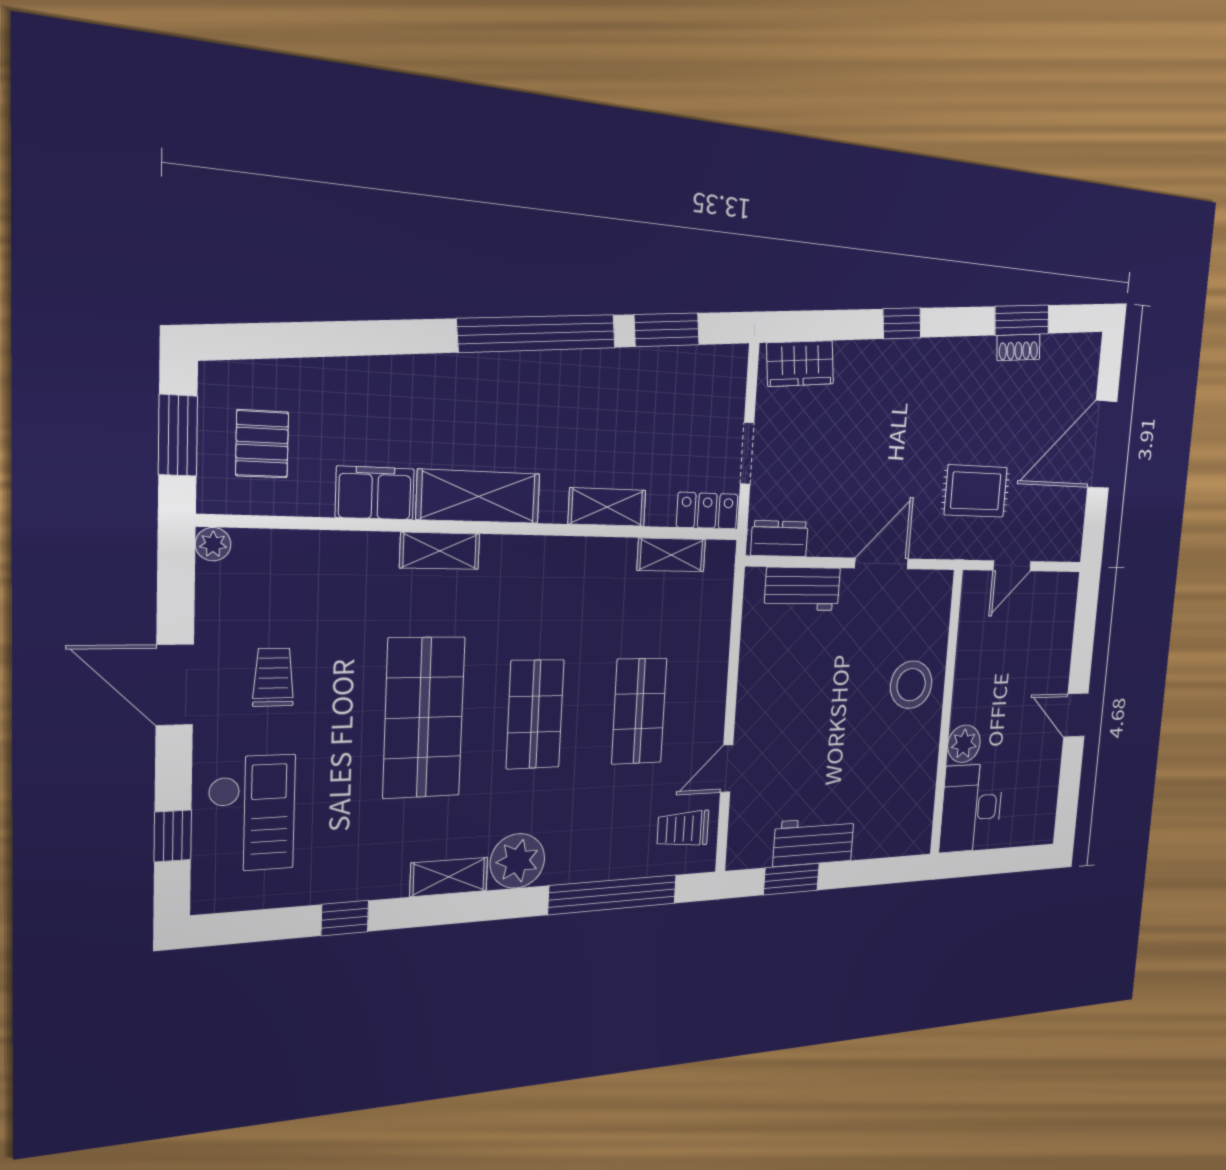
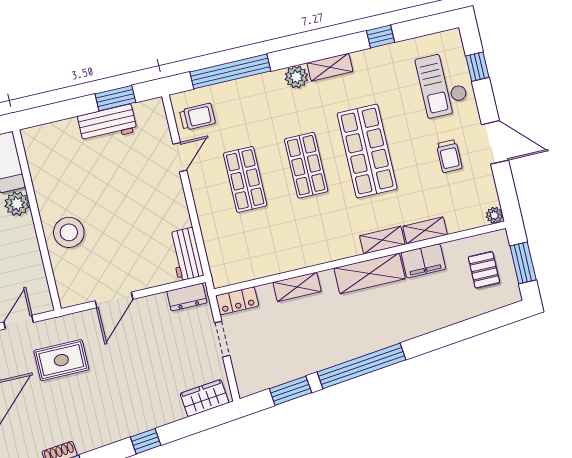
shelving: (671, 555) -> (425, 230), moved
workbench: (802, 589) -> (186, 254), moved, turned -90
plant: (517, 861) -> (296, 77), width x0.73, depth x0.73

